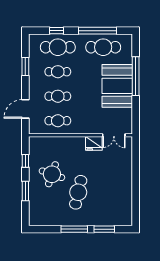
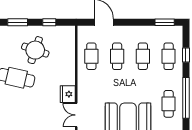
cafe table: (58, 47) -> (169, 56), width x0.73, depth x0.74
cafe table: (103, 47) -> (169, 104), width x0.73, depth x0.74
window: (25, 66) -> (165, 22), moved

